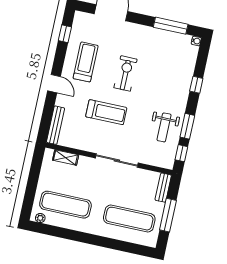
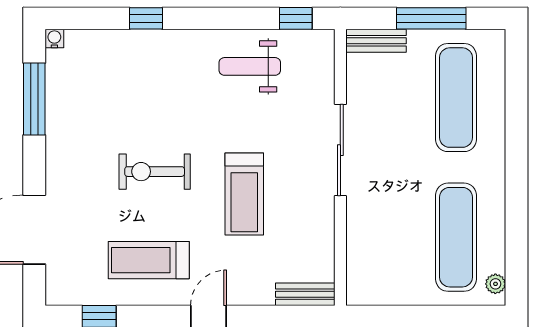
treadmill: (106, 112) -> (244, 194), turned 180
bench: (56, 125) -> (305, 294), width x0.73
window: (187, 126) -> (237, 18), removed
weight bench: (164, 127) -> (250, 66), turned 180
shelving: (66, 158) -> (358, 258), removed

